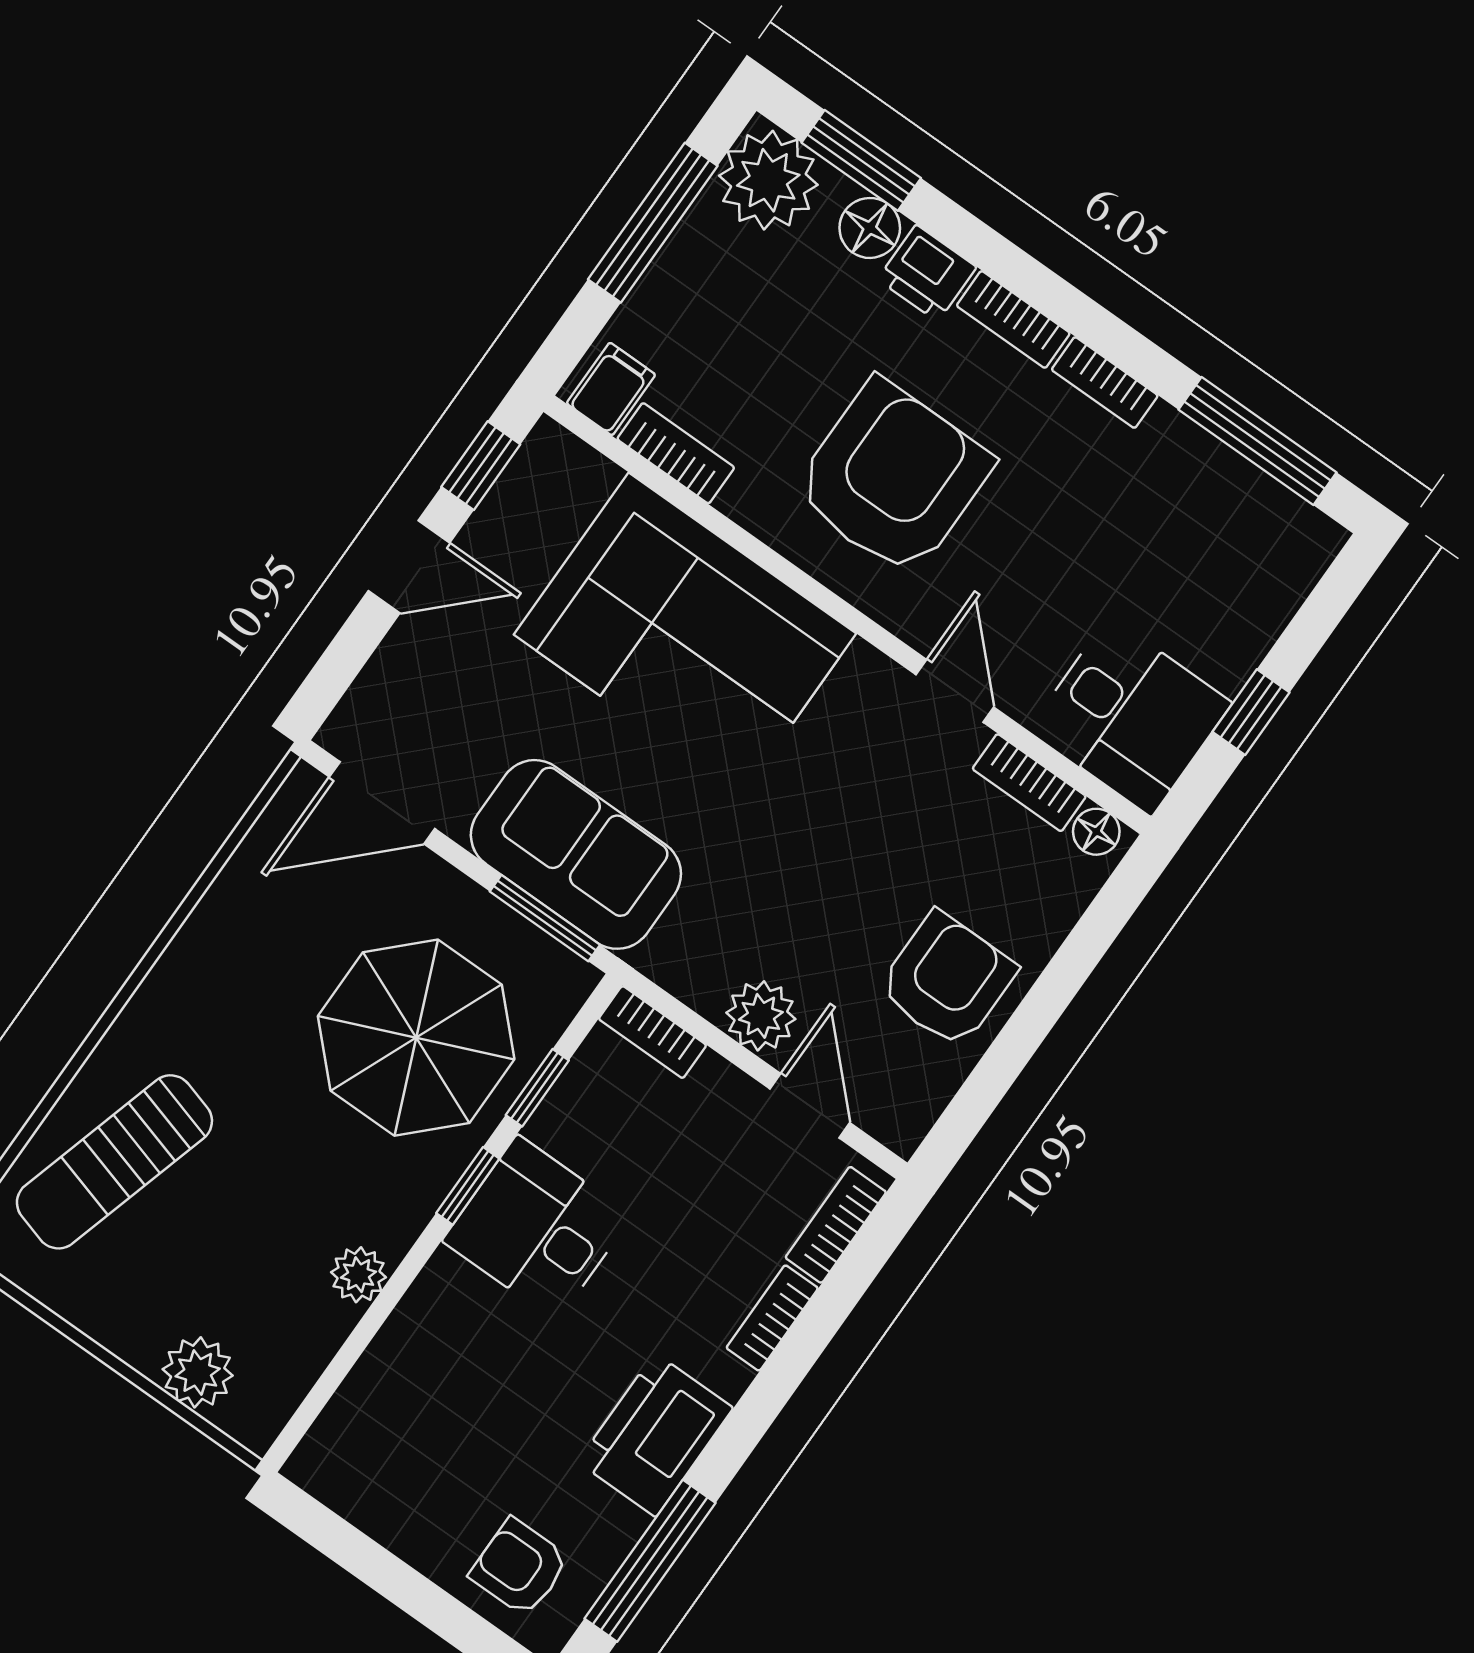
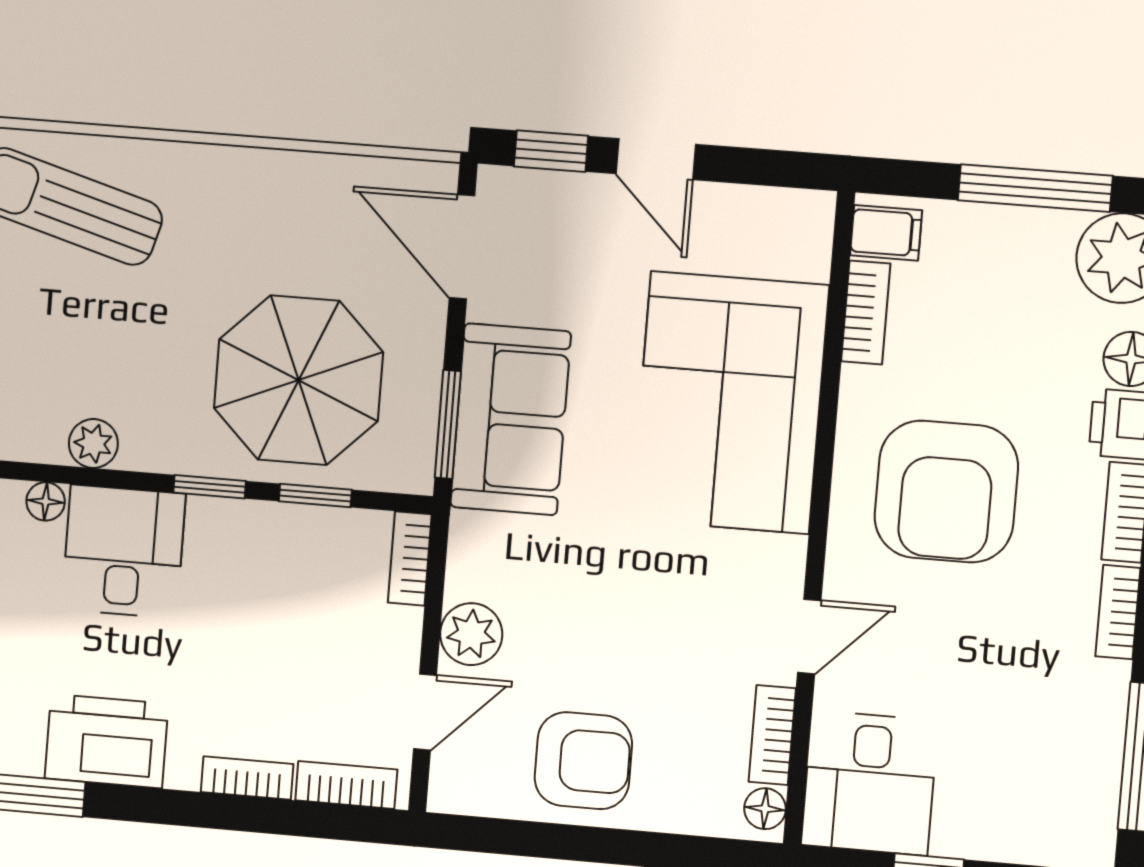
window: (481, 466) -> (551, 151), moved
armchair: (893, 478) -> (946, 492), turned 90
desk: (537, 1228) -> (124, 551), moved
floor lamp: (387, 1355) -> (46, 501), added

